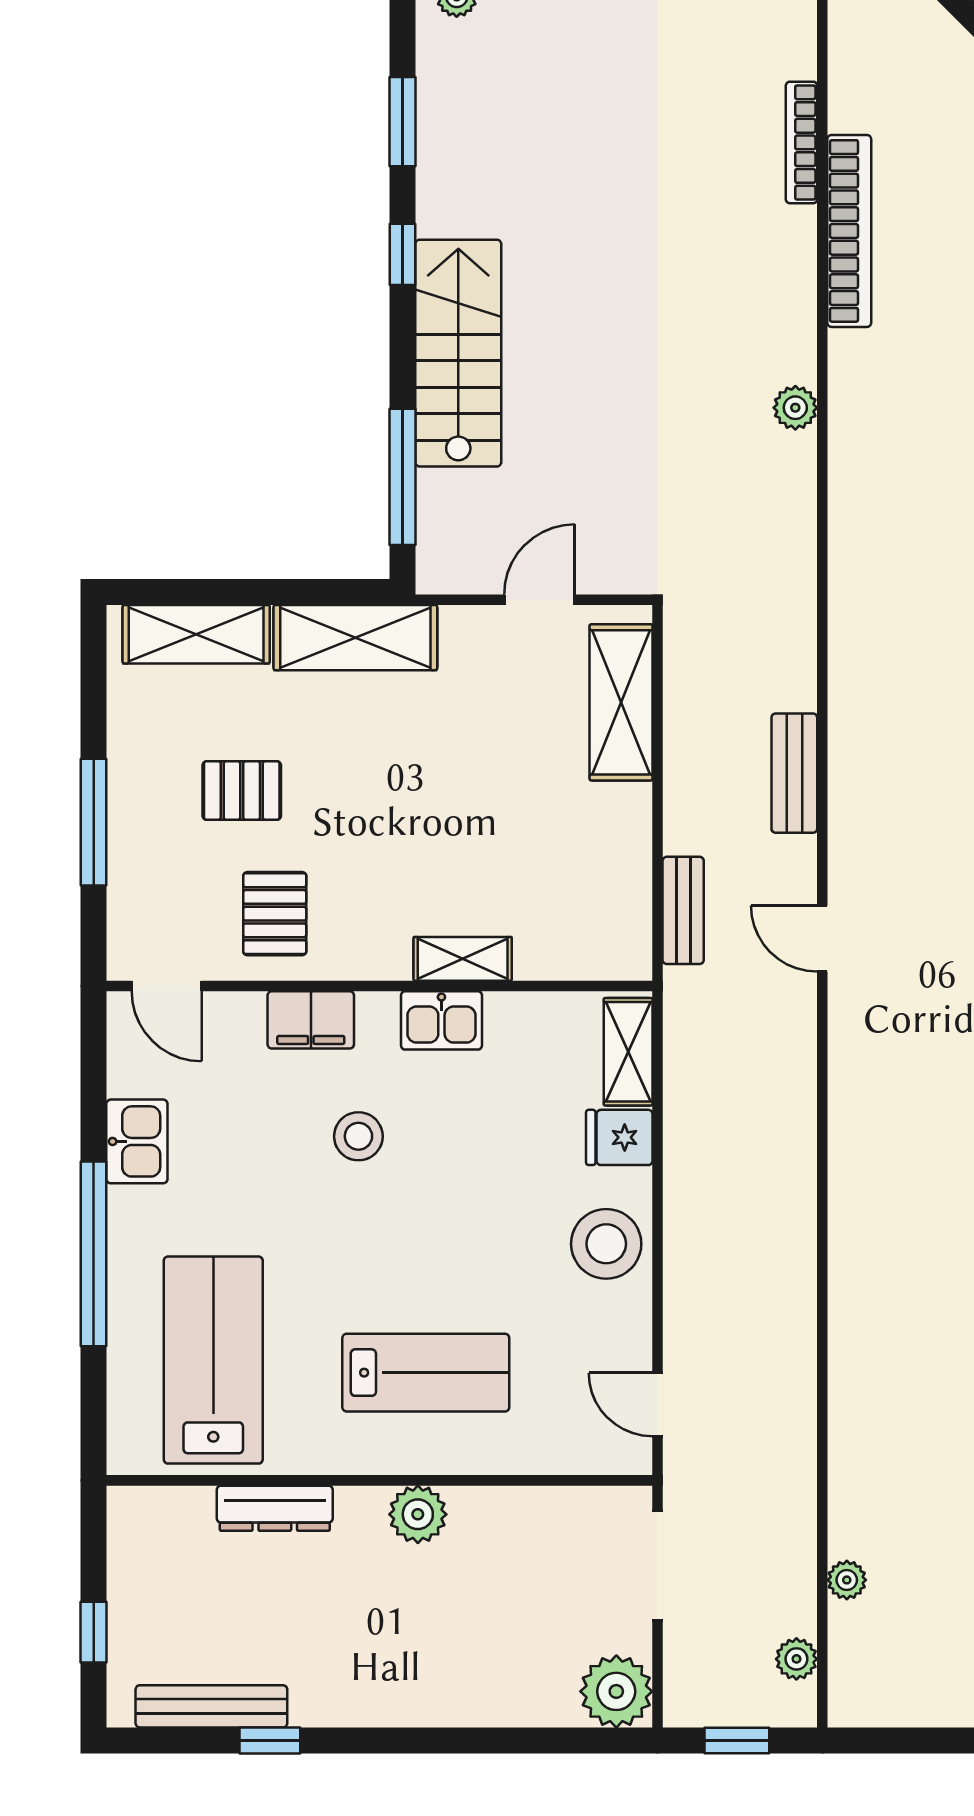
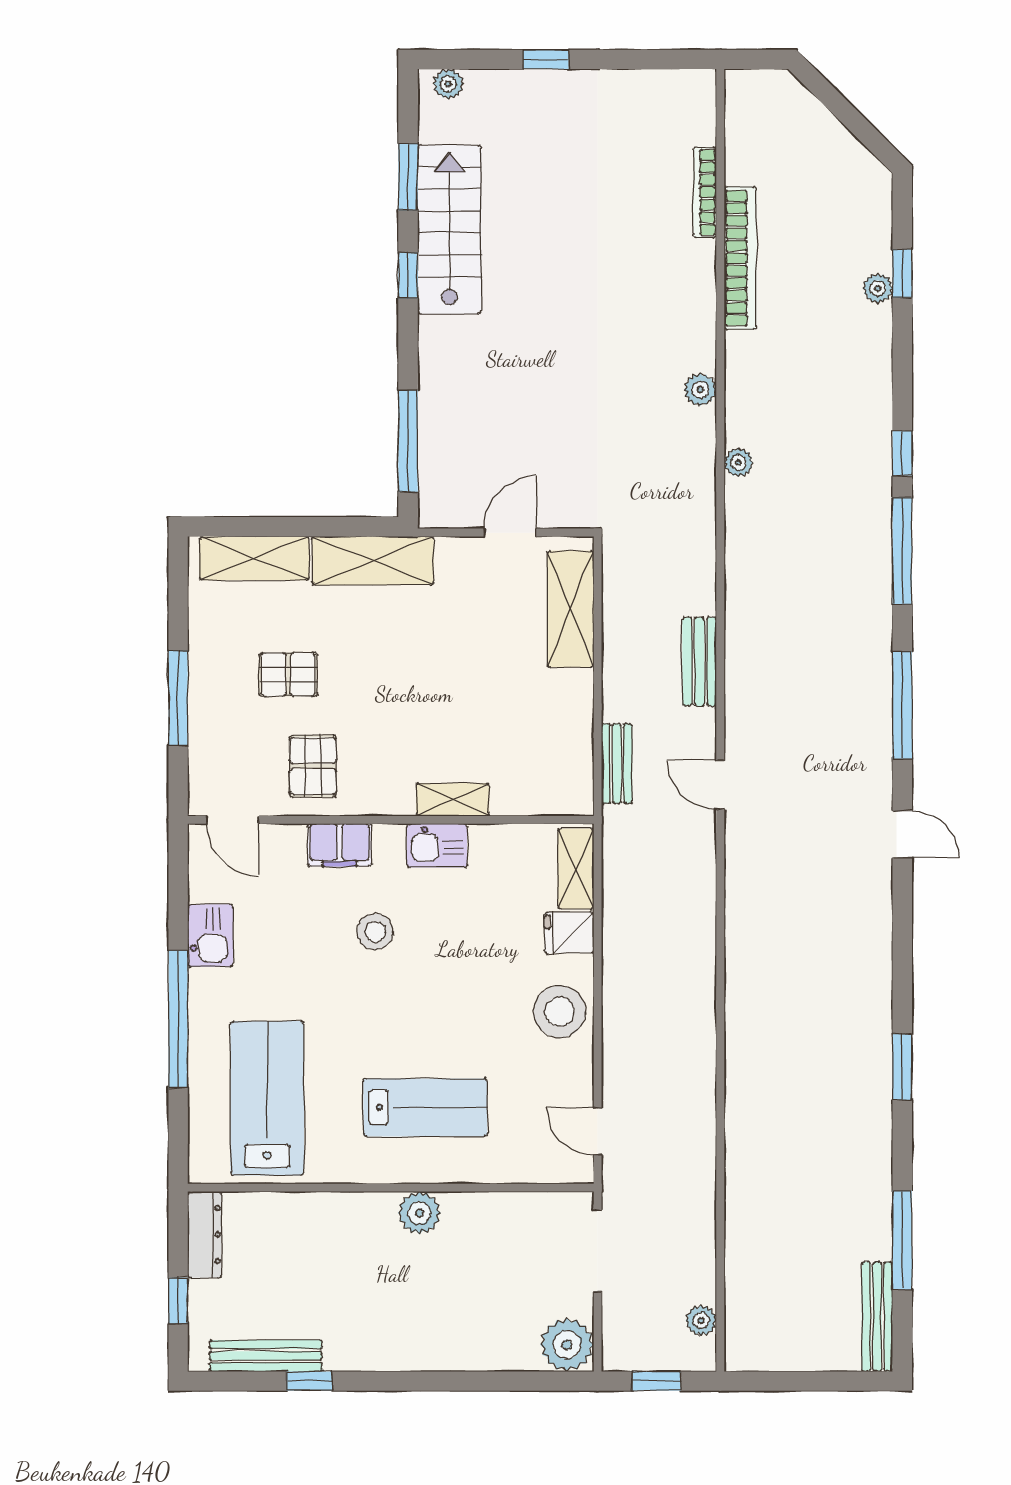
stairs: (458, 353) -> (449, 230), moved
dresser: (275, 1508) -> (205, 1235), moved, turned -90
plant: (847, 1580) -> (738, 462), moved

